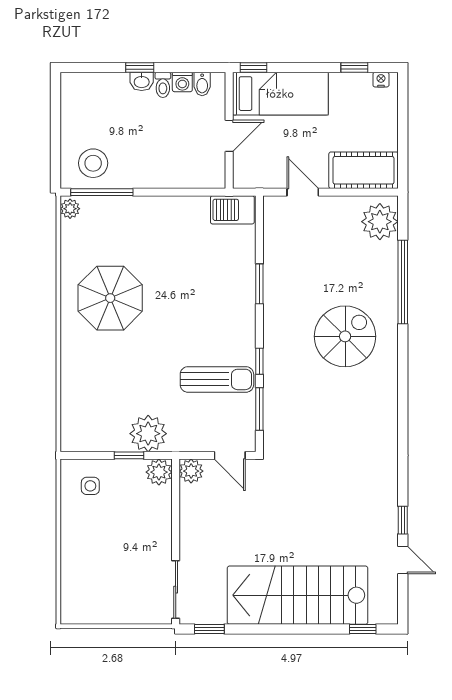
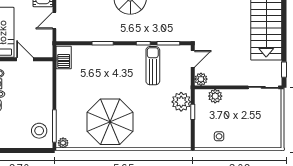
parasol: (110, 298) -> (110, 122), width x1.36, depth x1.36
plant: (159, 472) -> (215, 96), moved
side table: (90, 486) -> (219, 136), moved

